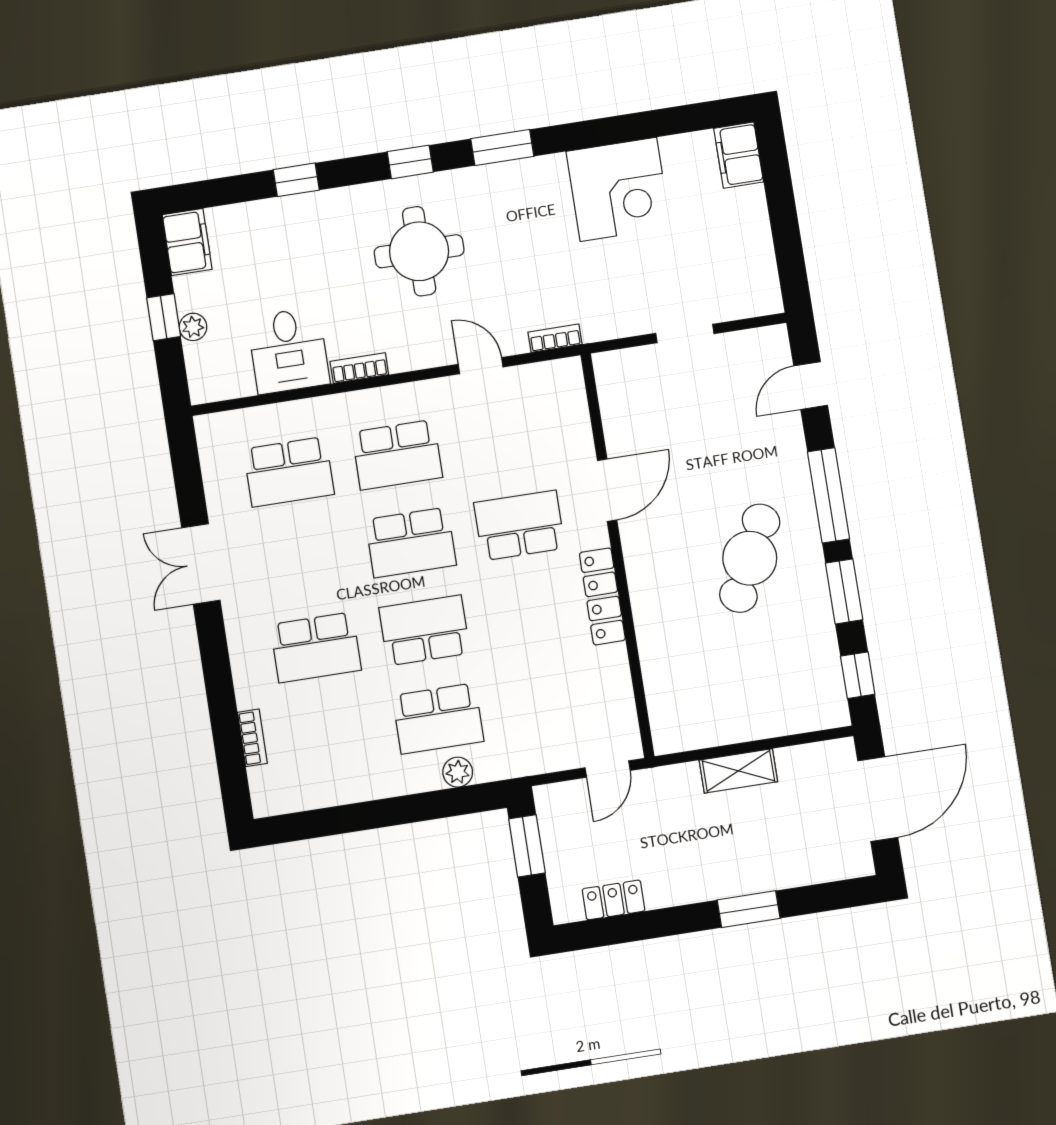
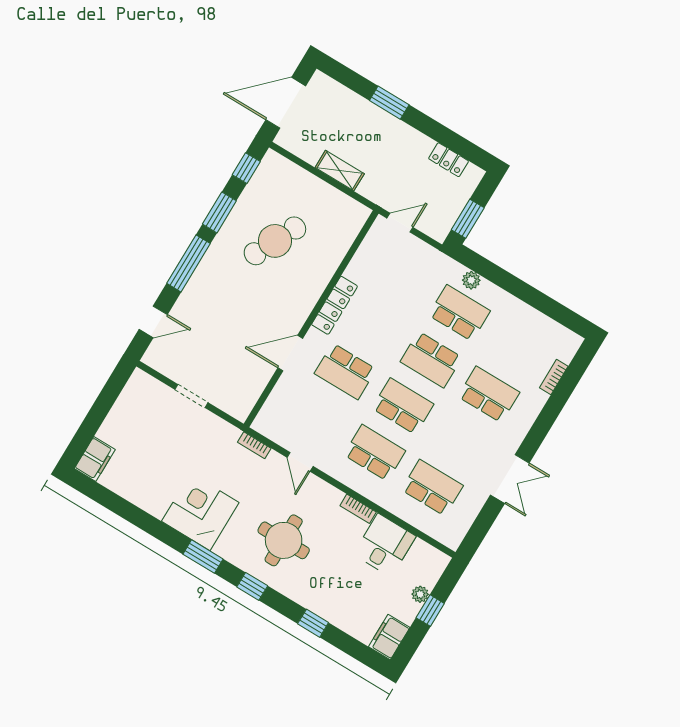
corner desk: (618, 189) -> (200, 512), moved
cafe table: (750, 558) -> (275, 241), moved

